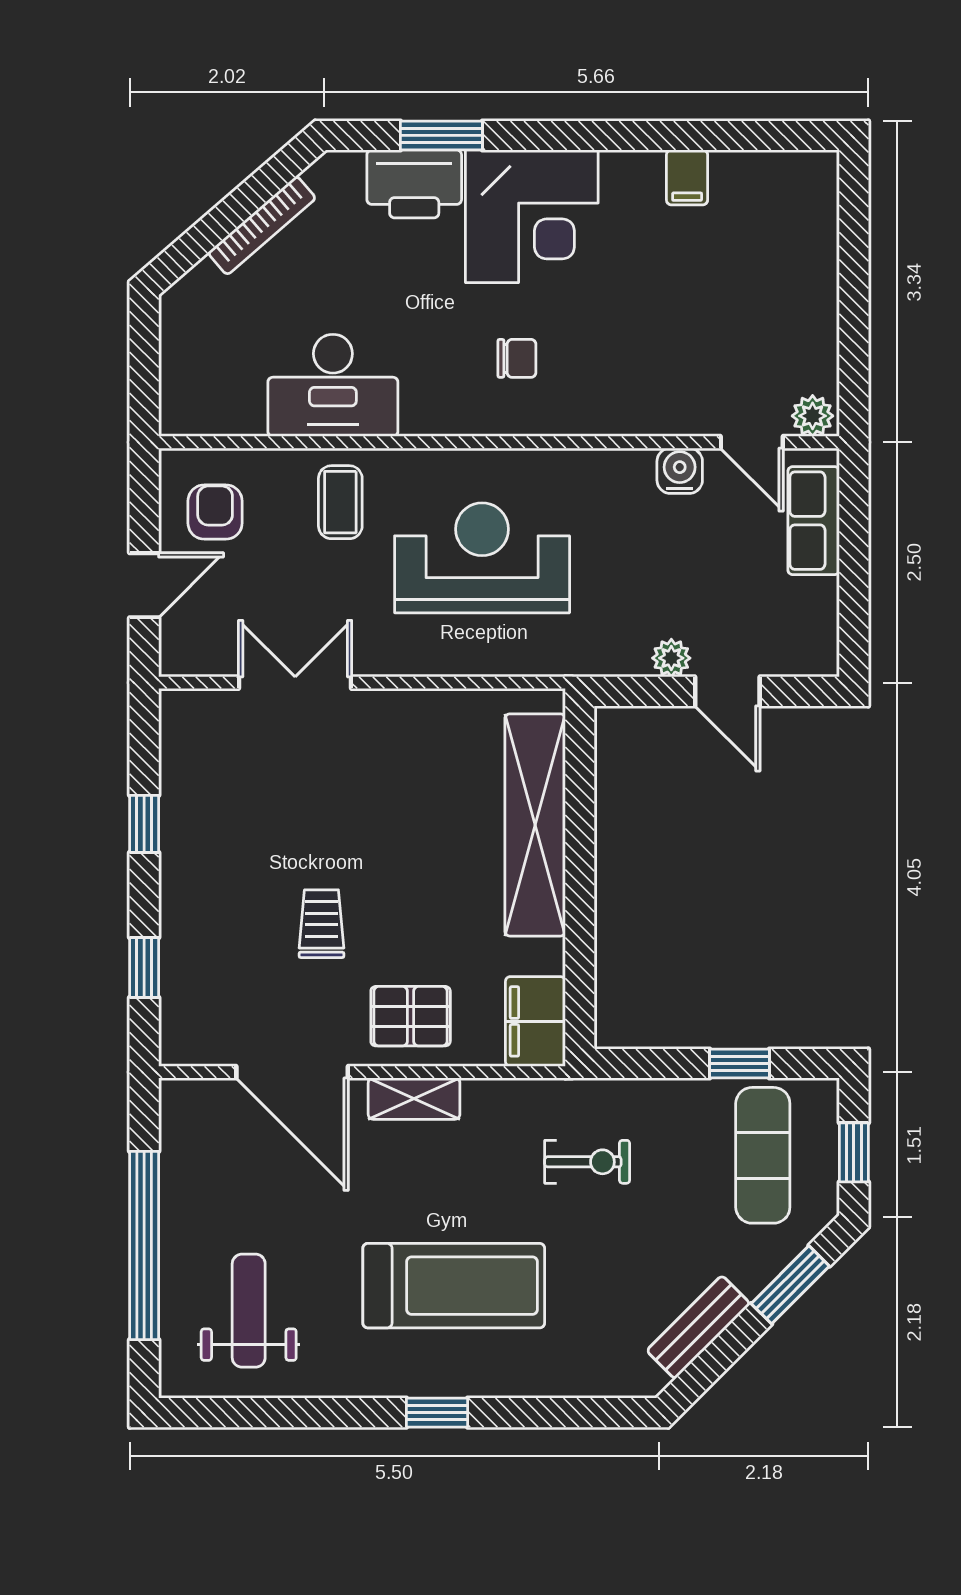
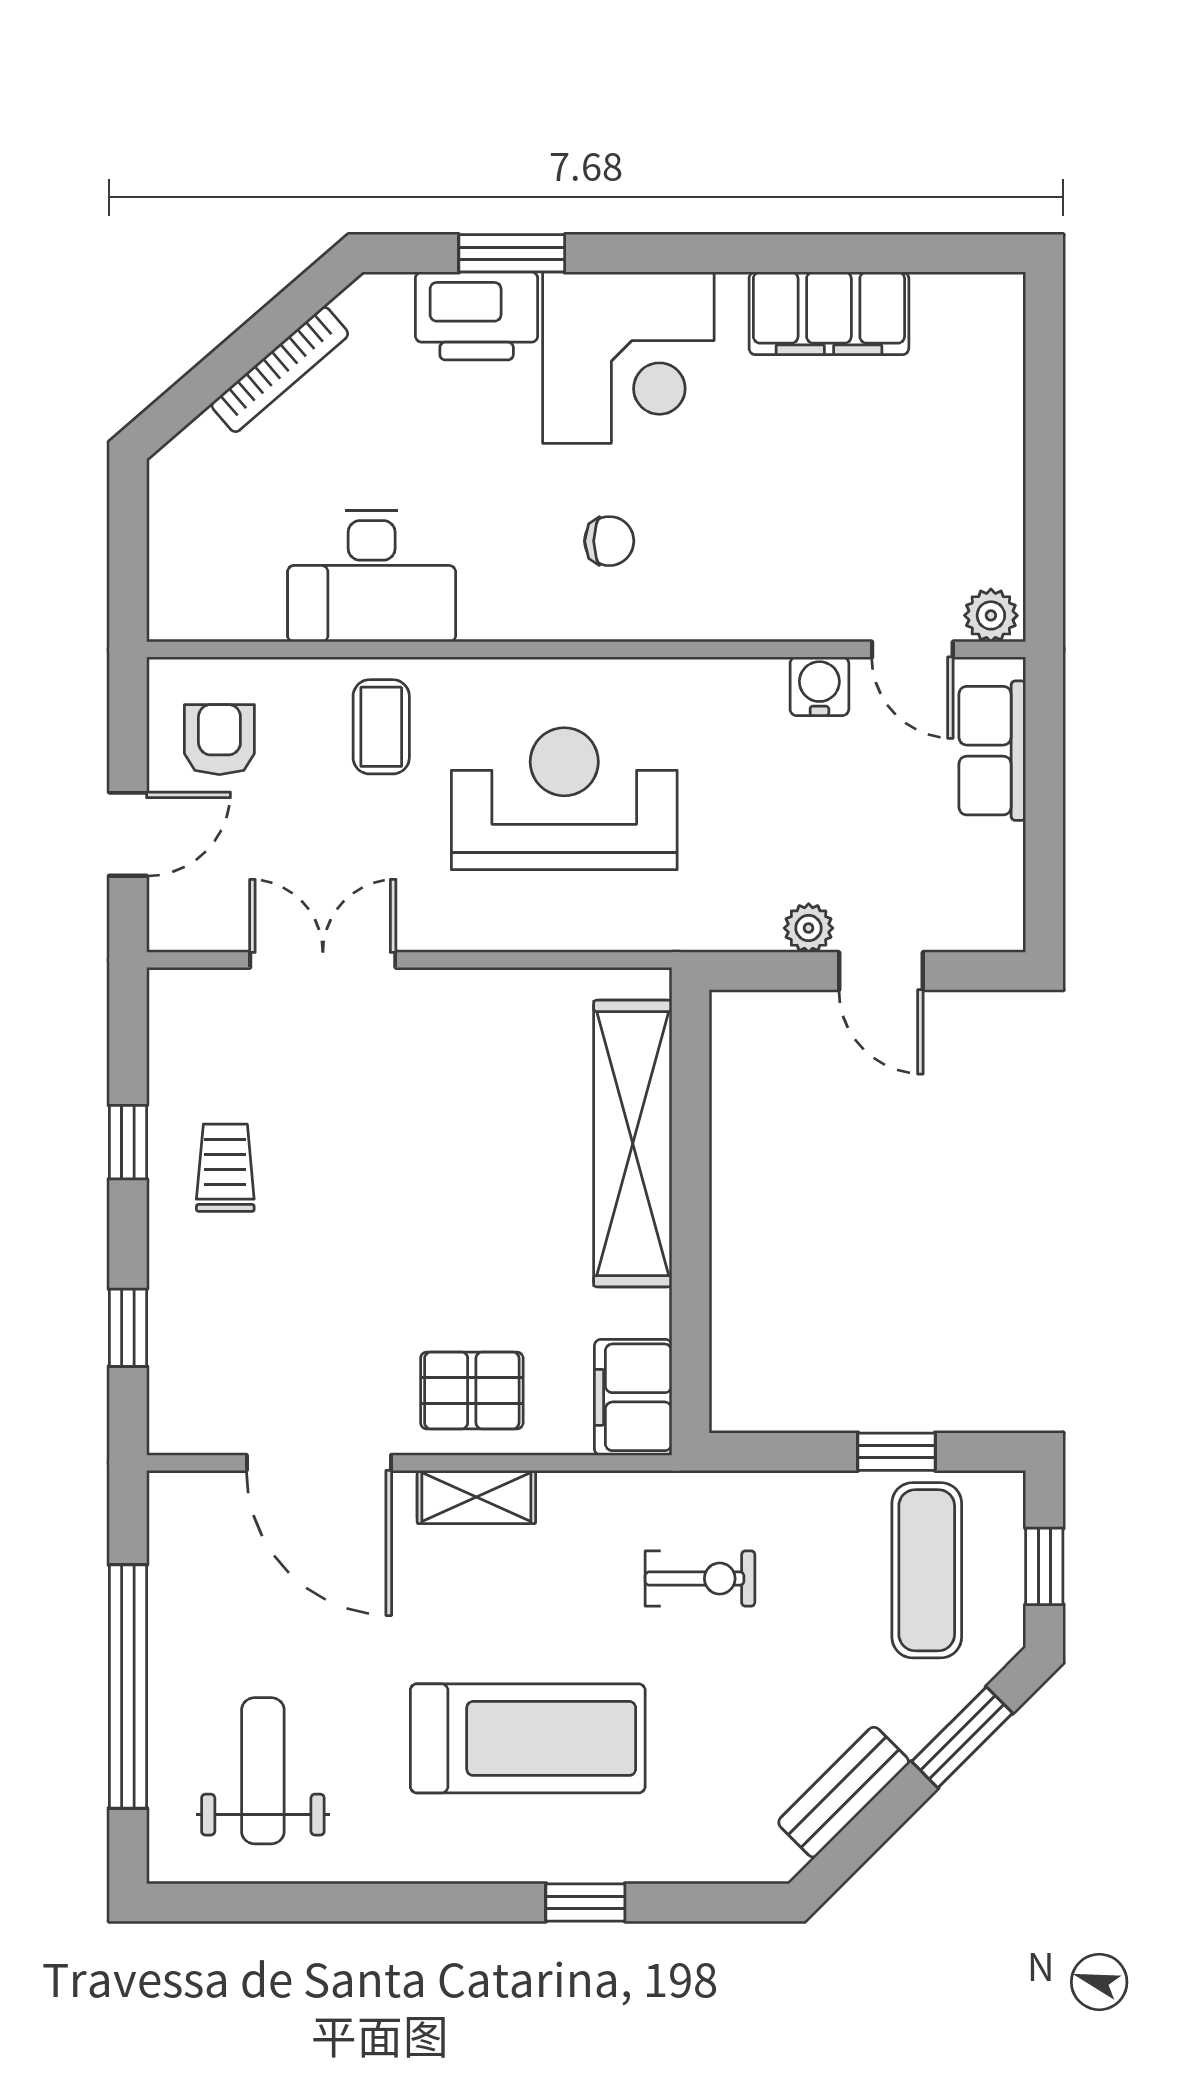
filing cabinet: (687, 177) -> (829, 313), width x3.00, depth x1.17
trolley: (321, 924) -> (225, 1168), moved
window: (437, 1413) -> (585, 1902), moved

